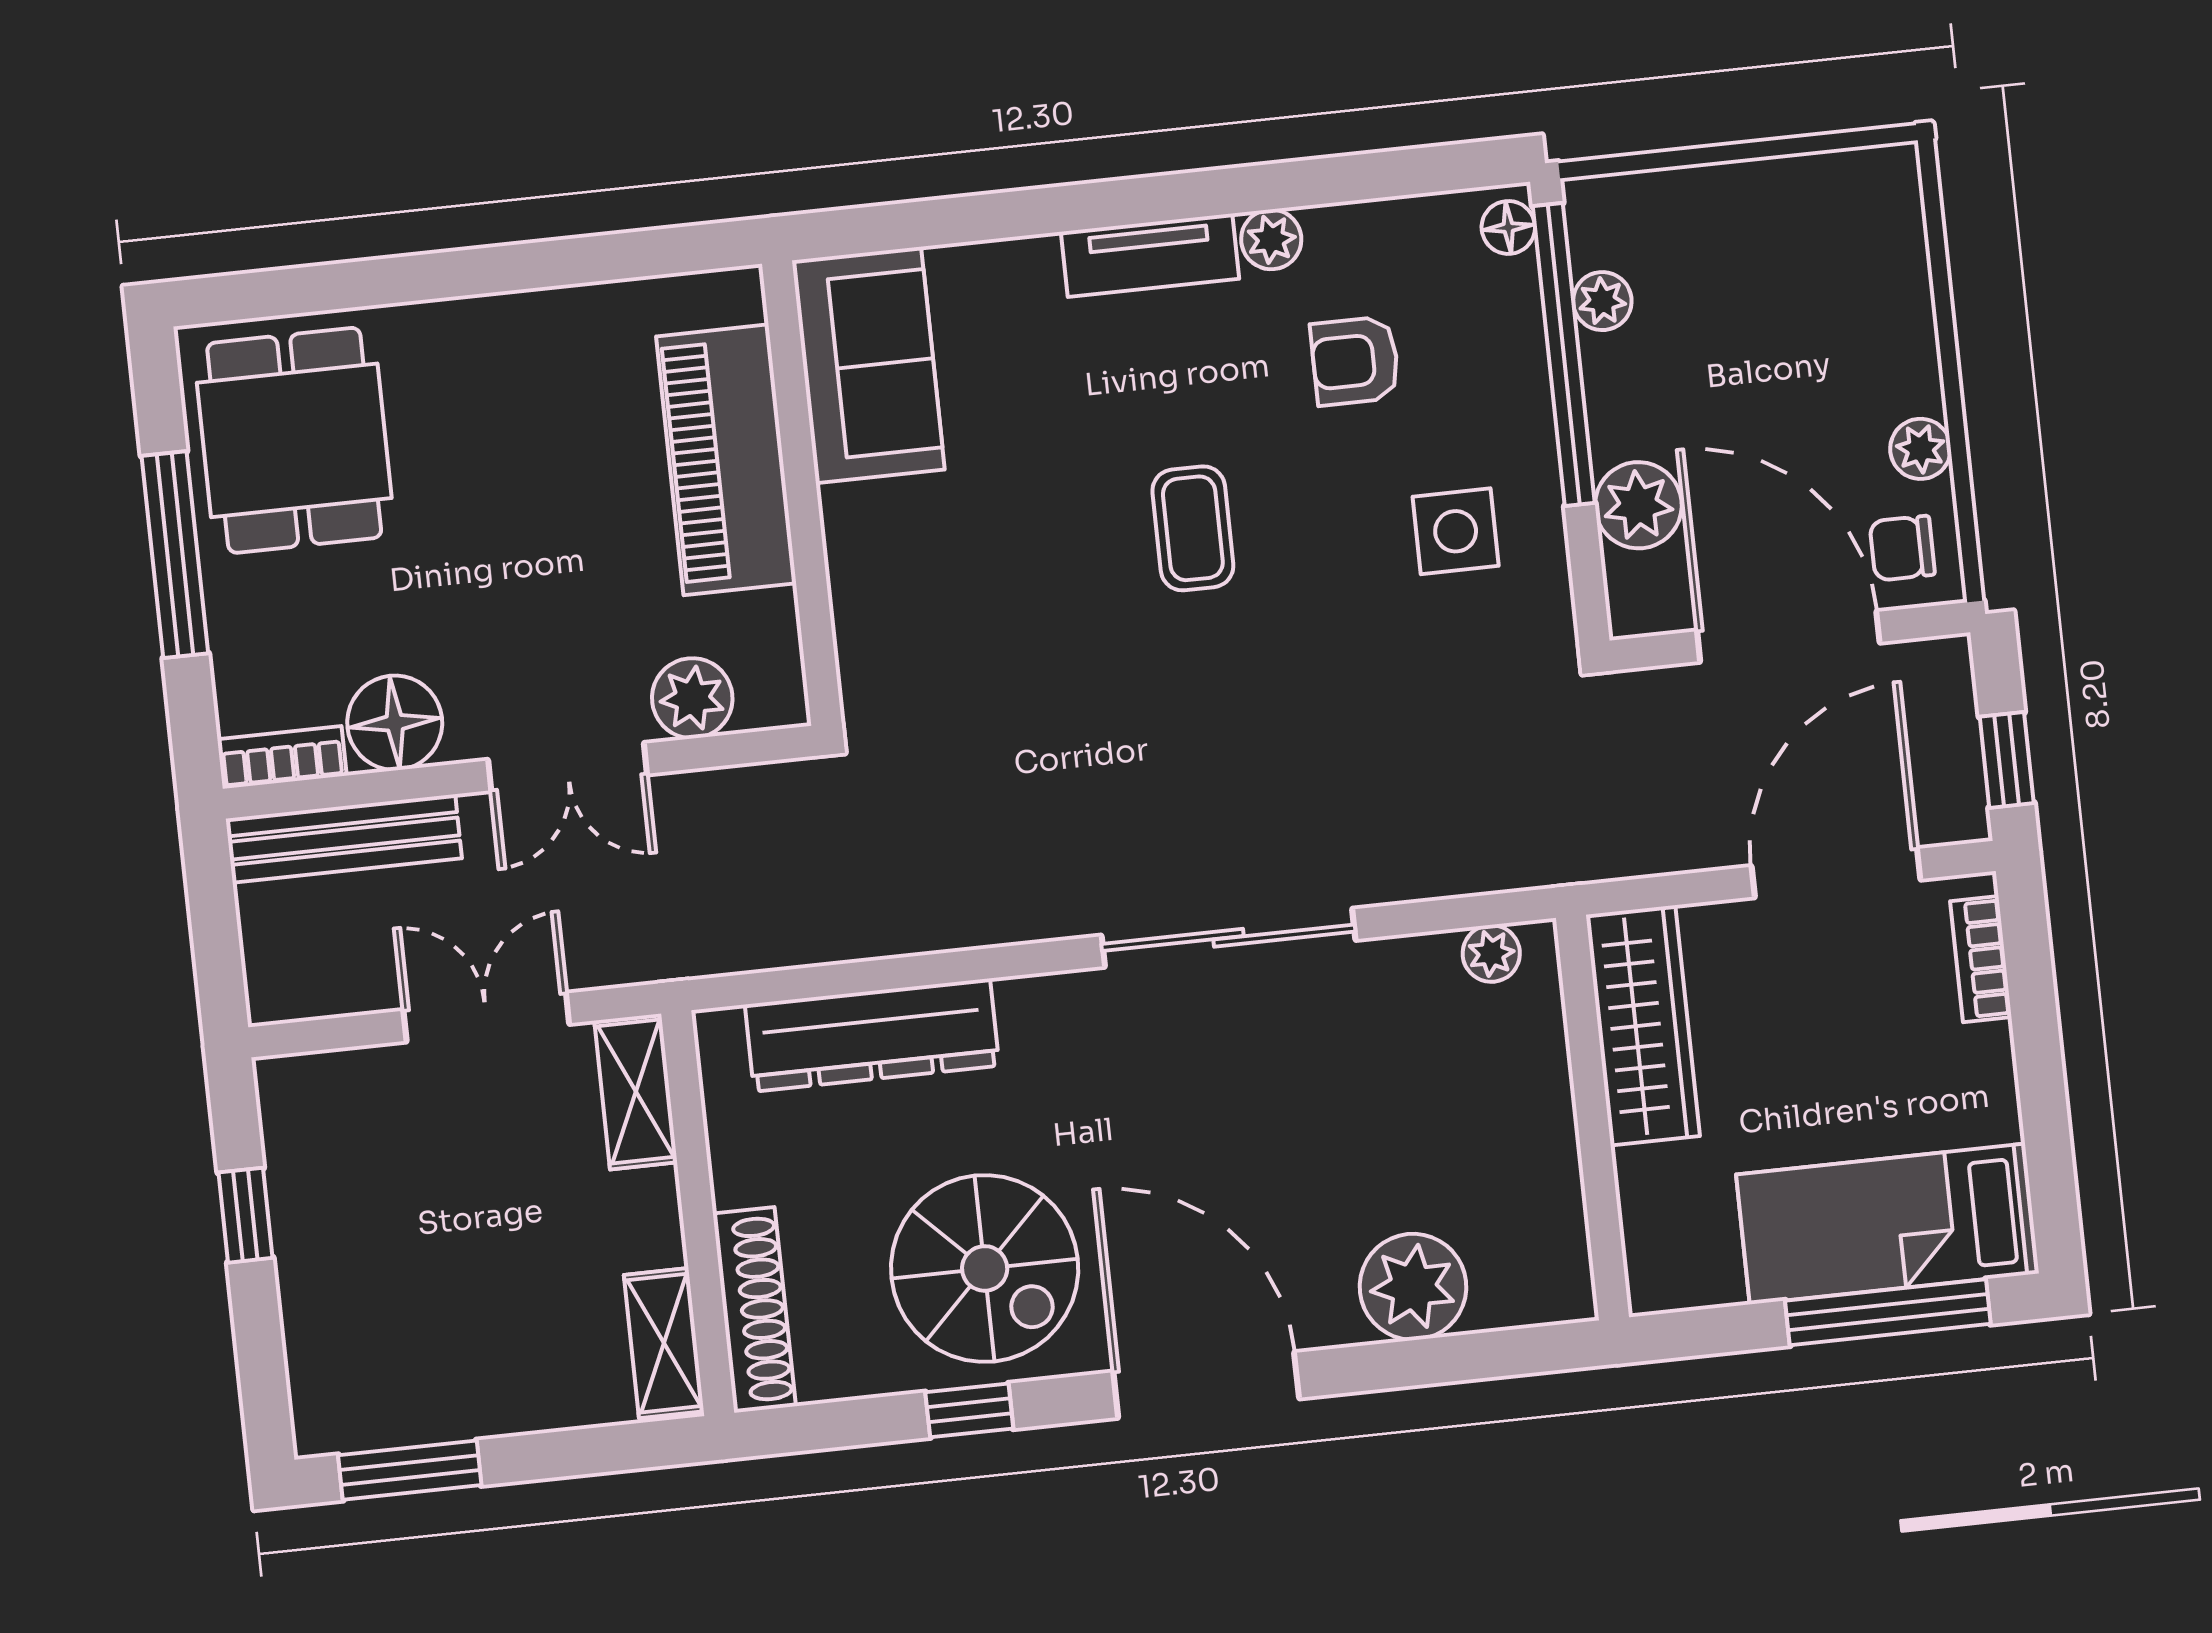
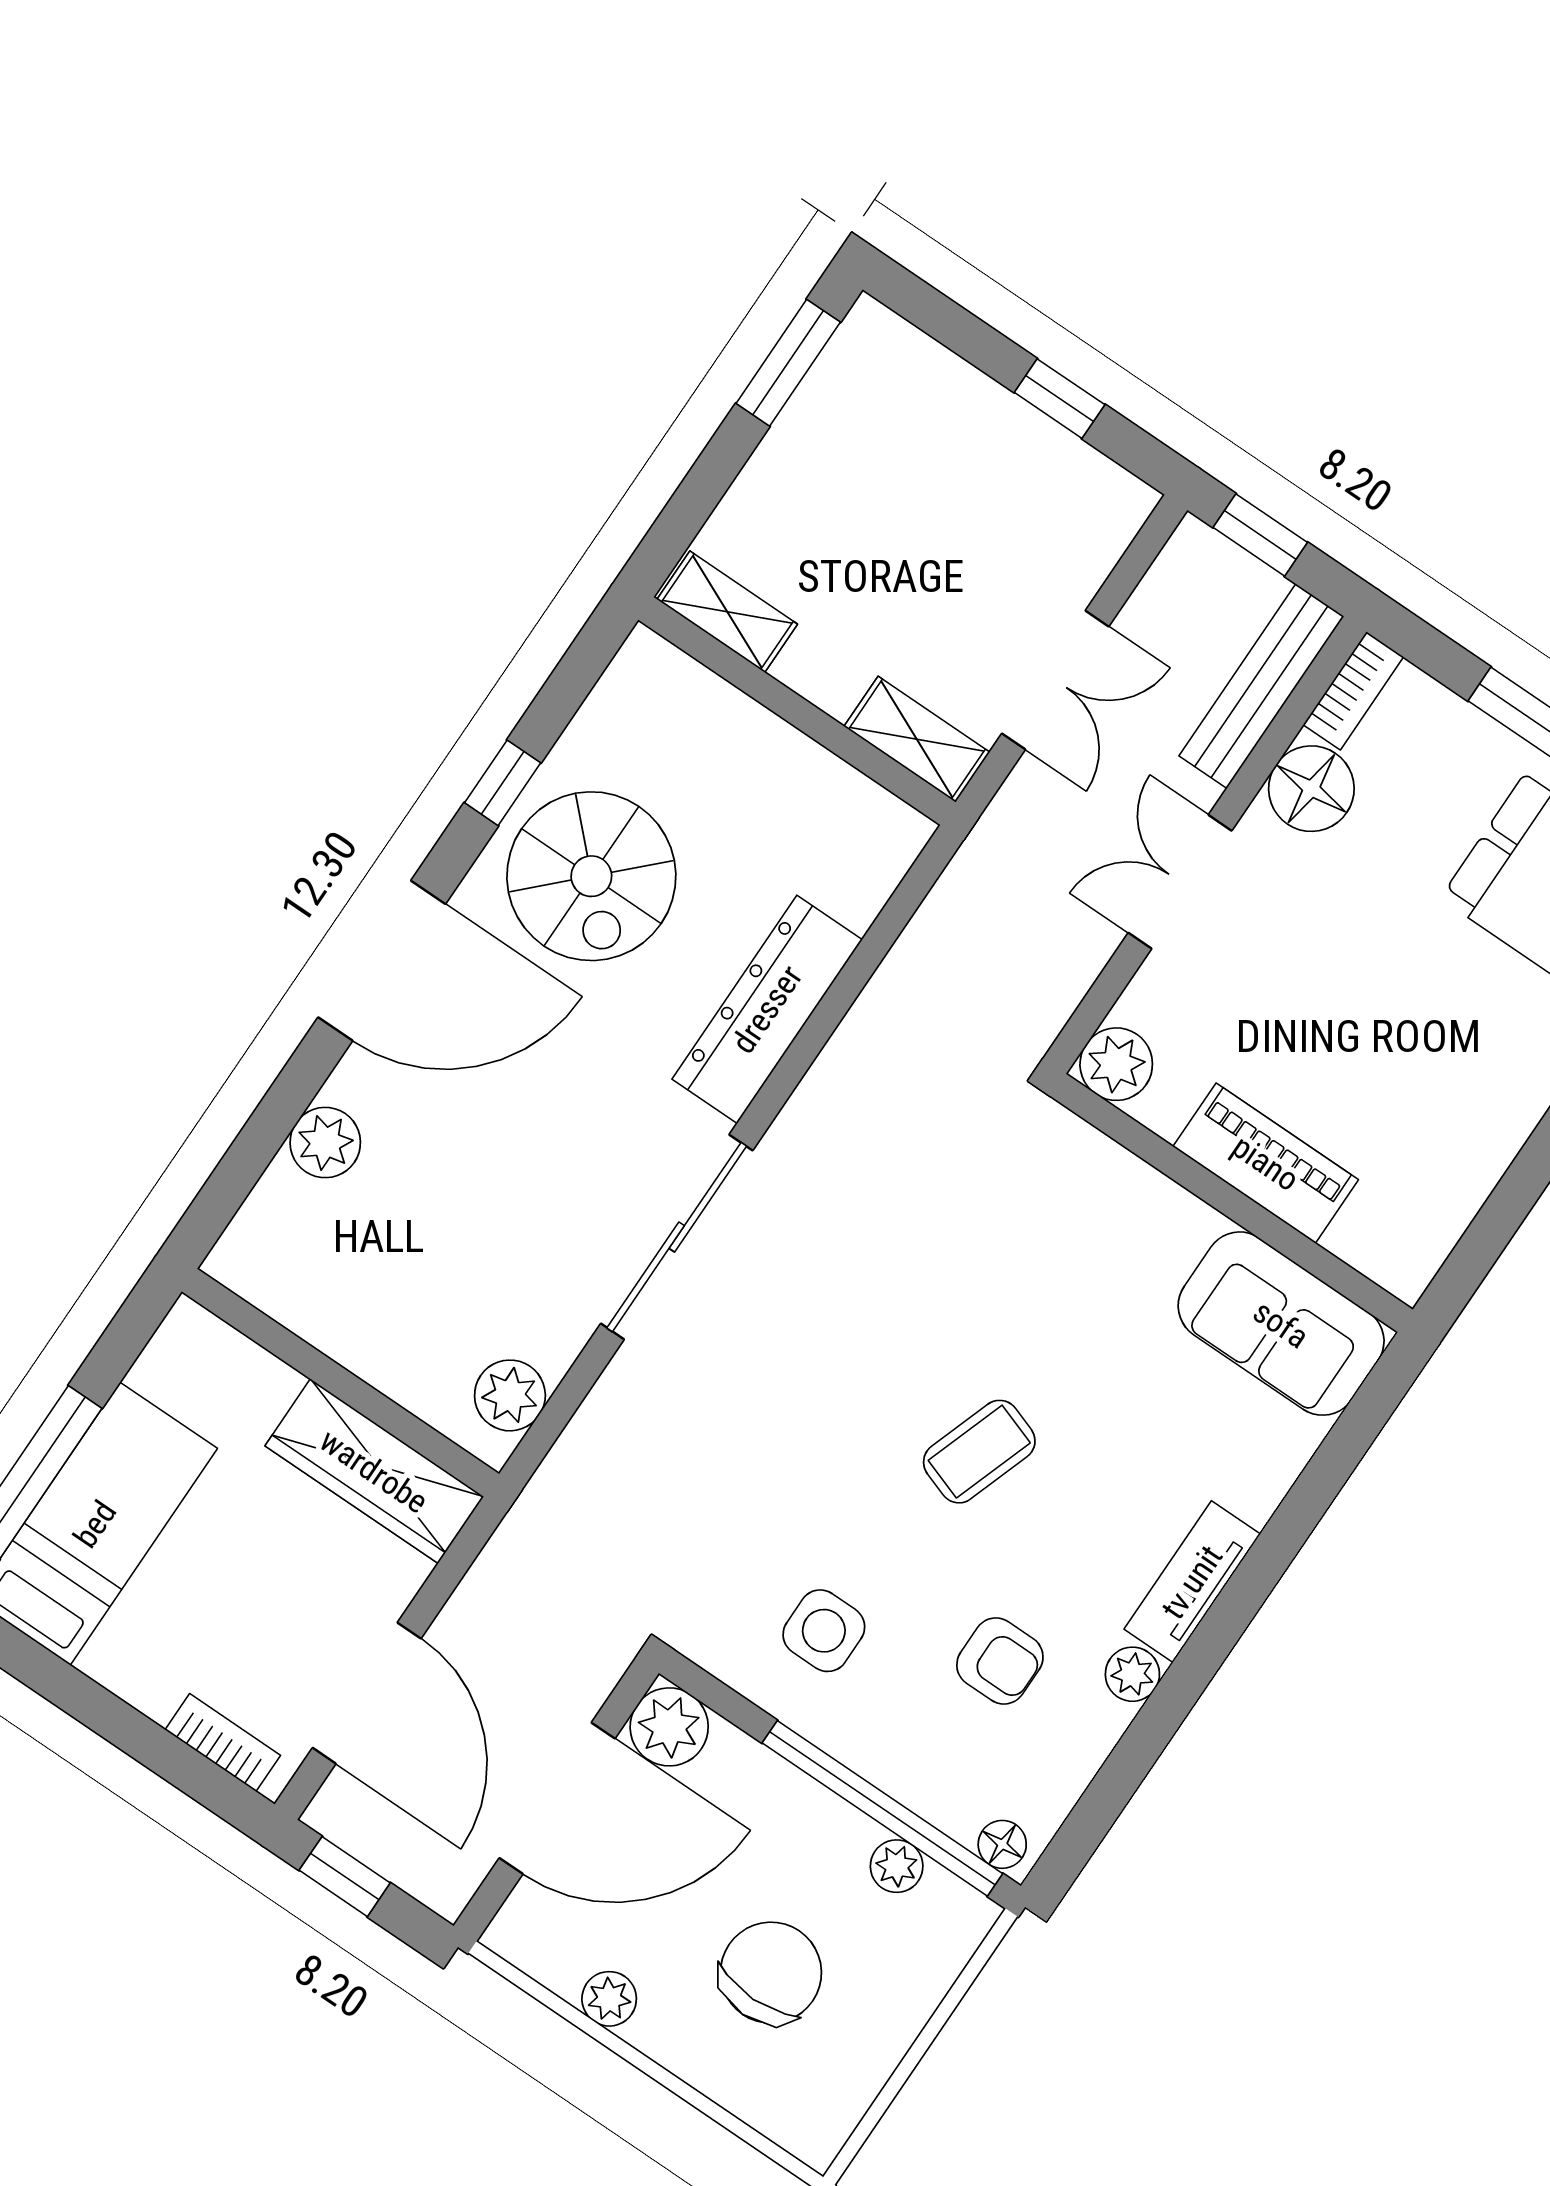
armchair: (1355, 361) -> (1000, 1661), turned 90
piano: (726, 460) -> (1266, 1163), width x0.73, depth x0.75
plant: (1638, 505) -> (669, 1727), moved
coffee table: (1193, 528) -> (979, 1452), turned -71
chair: (1902, 548) -> (771, 1973), moved, width x1.87, depth x1.87
plant: (692, 698) -> (1116, 1064), moved
window: (217, 948) -> (1260, 535), added
plant: (1491, 953) -> (510, 1395), width x1.38, depth x1.38
dresser: (872, 1035) -> (767, 1009), moved
spiral stairs: (985, 1268) -> (591, 876), turned -90
plant: (1413, 1287) -> (325, 1143), width x0.73, depth x0.73
shoe rack: (754, 1310) -> (697, 694), removed

